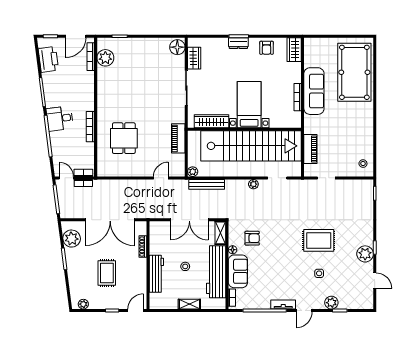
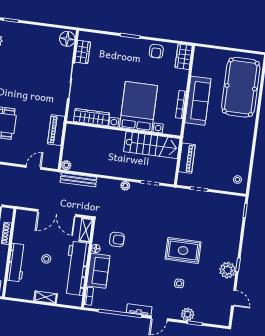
dresser: (238, 43) -> (129, 43), removed
bed with nightstands: (249, 105) -> (138, 107), width x1.36
stairs: (251, 146) -> (152, 145), width x0.54, depth x0.66

